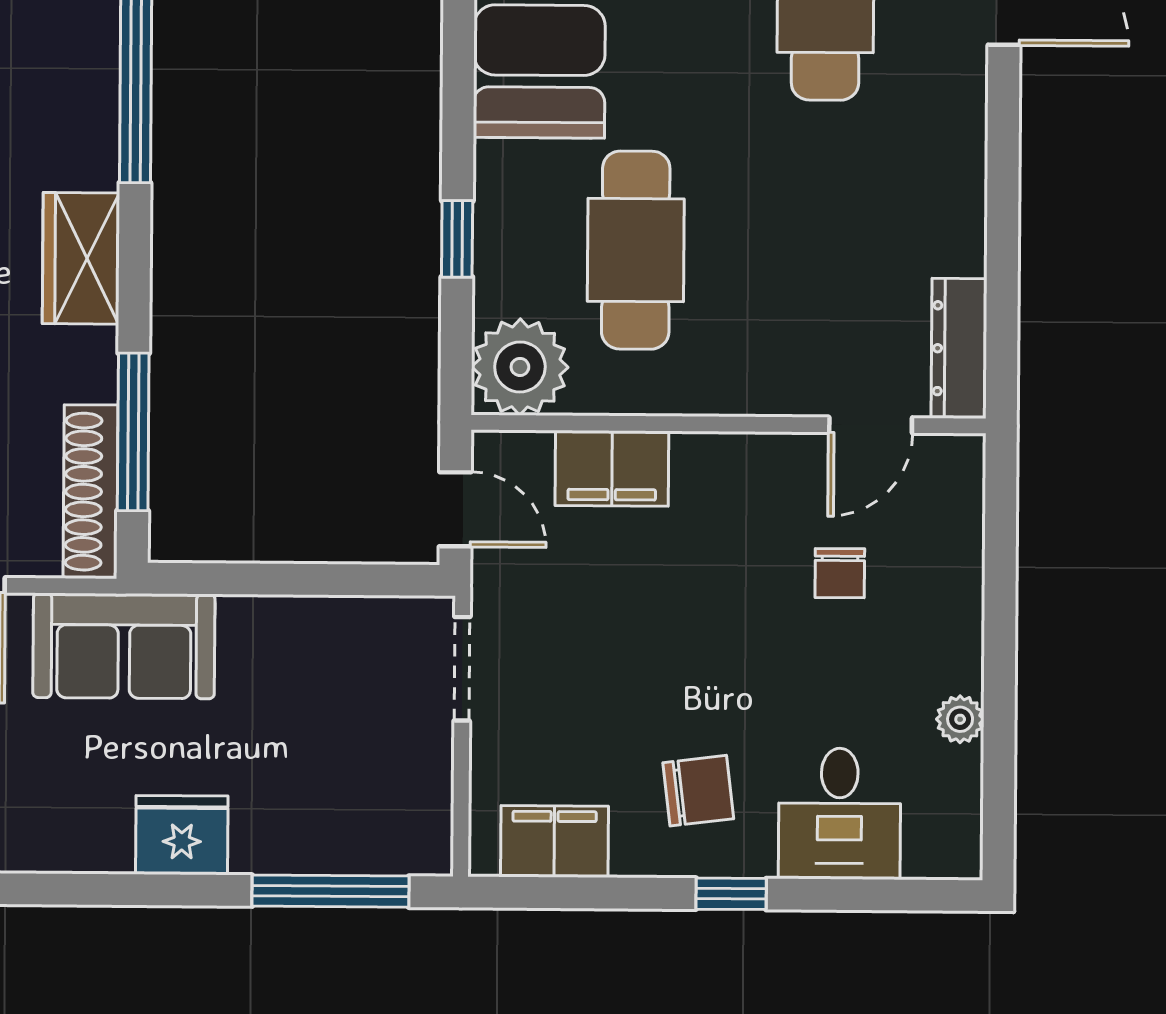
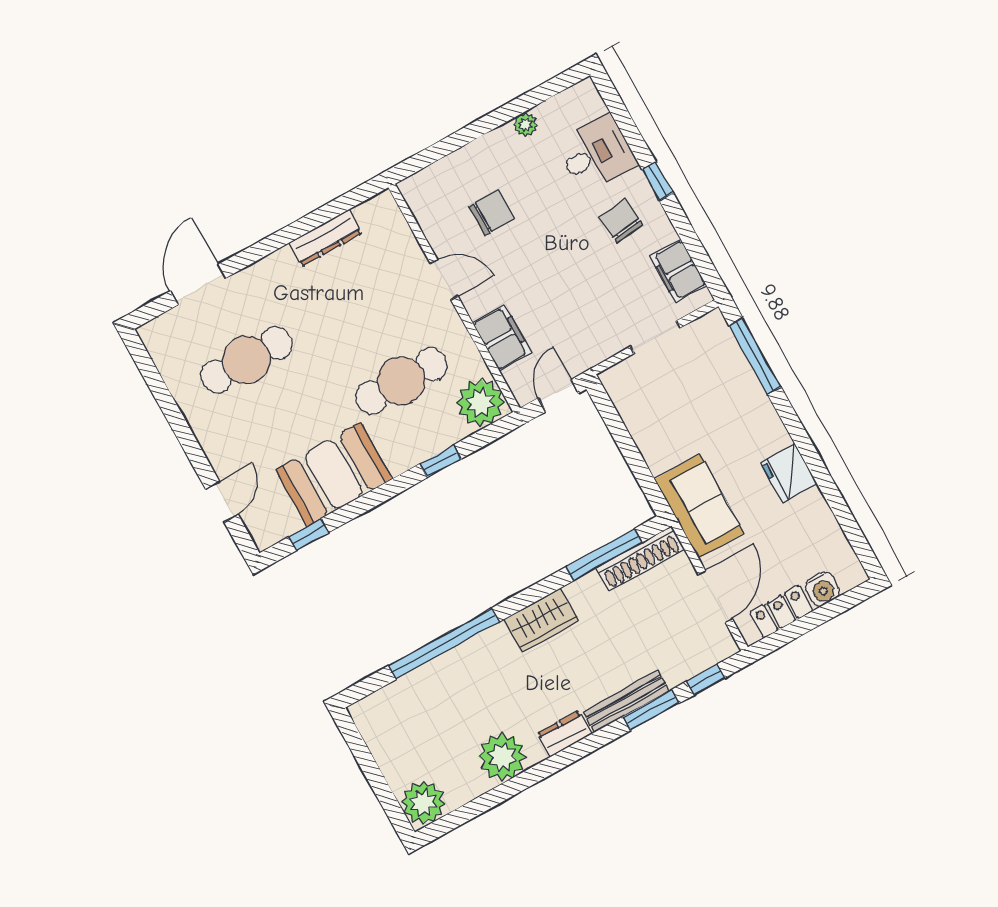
dresser: (959, 348) -> (325, 238), moved
door: (871, 425) -> (444, 280), moved
chair: (840, 573) -> (491, 213), width x1.37, depth x1.37
doorway: (462, 669) -> (655, 337), moved
fridge: (182, 835) -> (789, 473), moved

